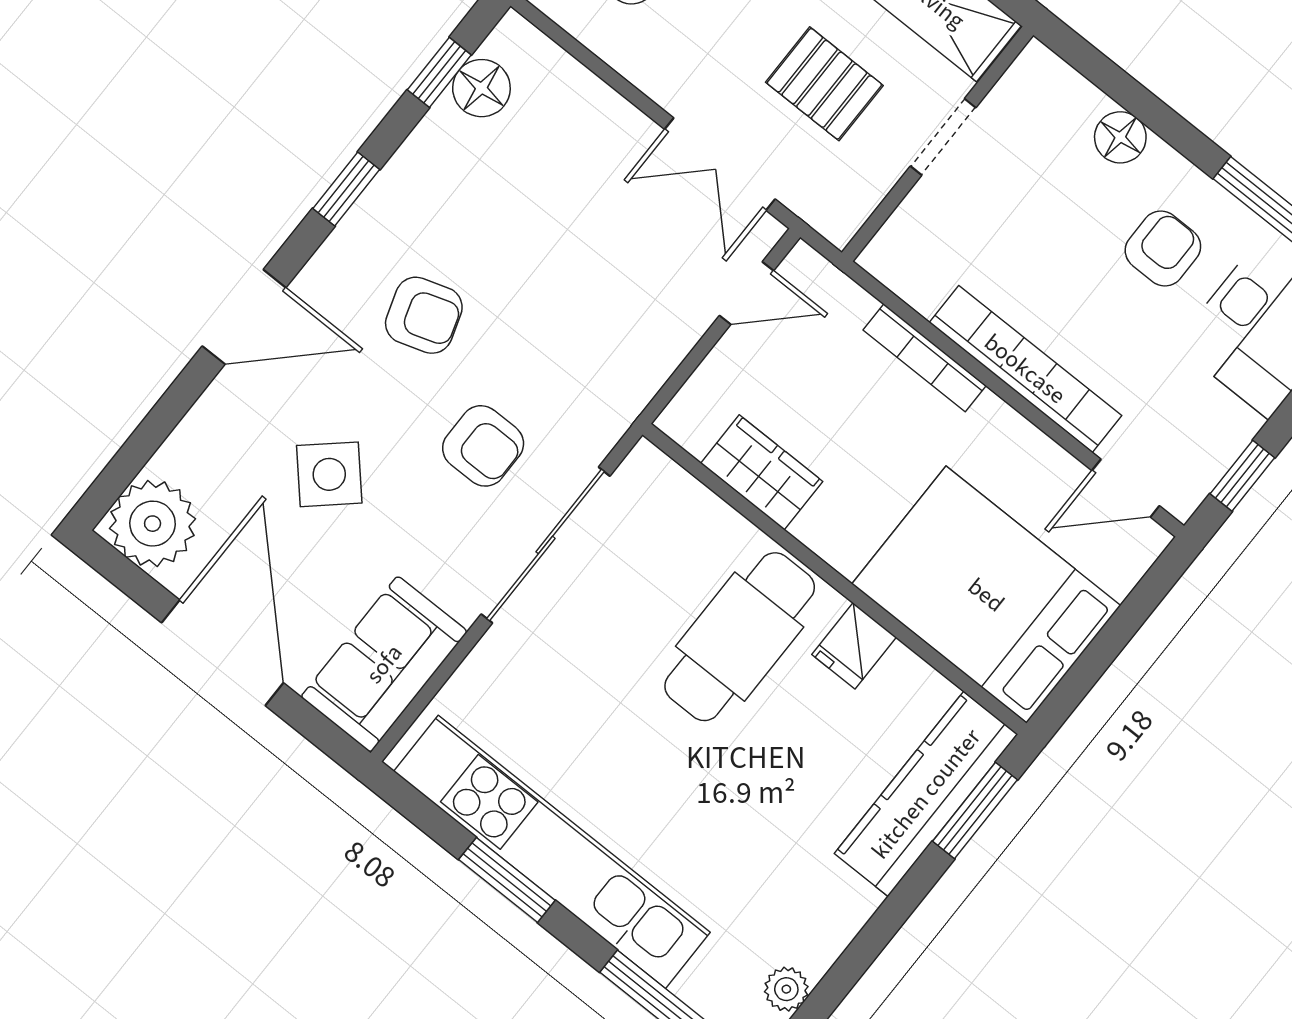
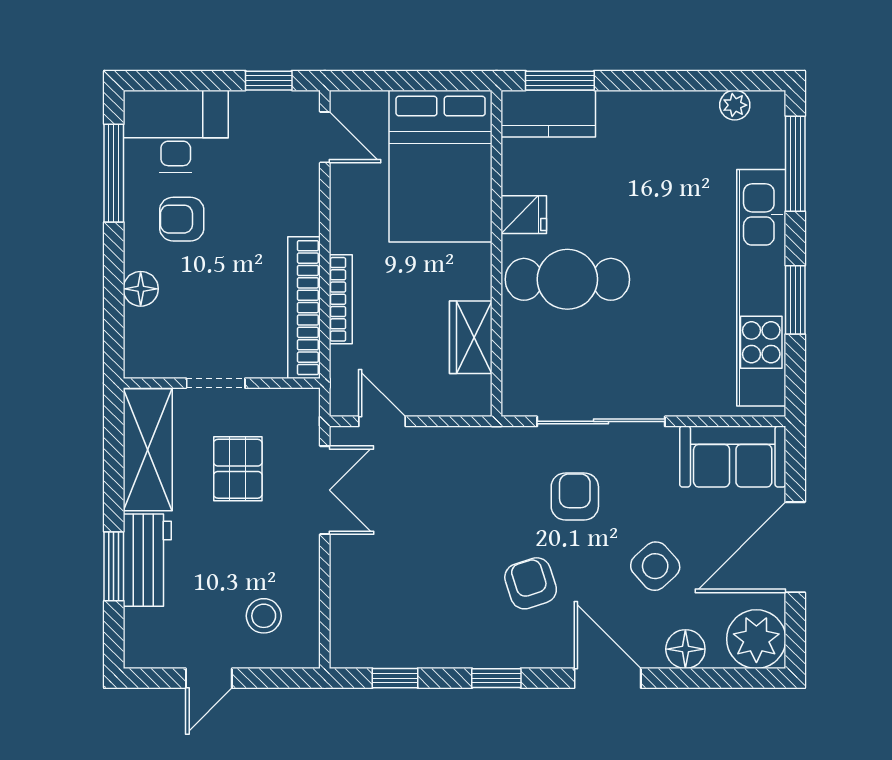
floor lamp: (481, 88) -> (685, 649), moved
bookcase: (1025, 369) -> (304, 308), moved
kitchen counter: (926, 794) -> (548, 114), width x0.67

